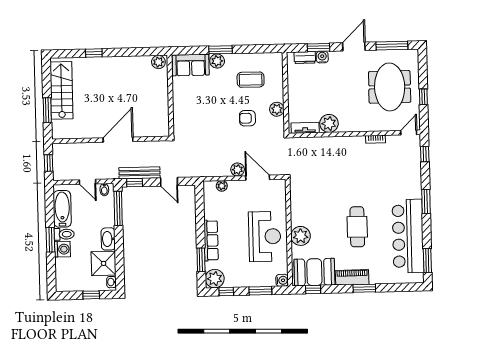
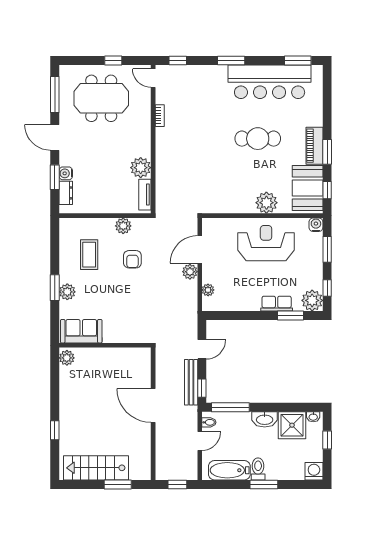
sofa: (191, 65) -> (81, 331), moved, turned -90
row of seats: (211, 240) -> (277, 304), width x0.68
washing machine: (62, 249) -> (314, 471), moved
window: (364, 288) -> (327, 152), moved

